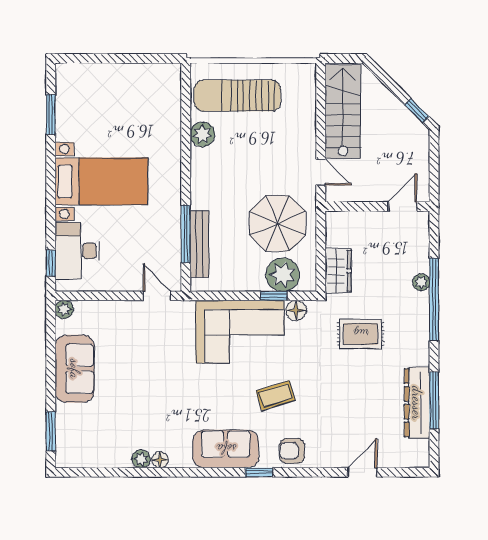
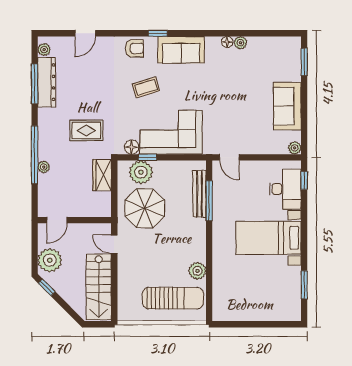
plant: (413, 150) -> (50, 260), added
plant: (421, 449) -> (44, 50), added

